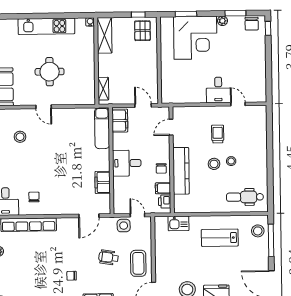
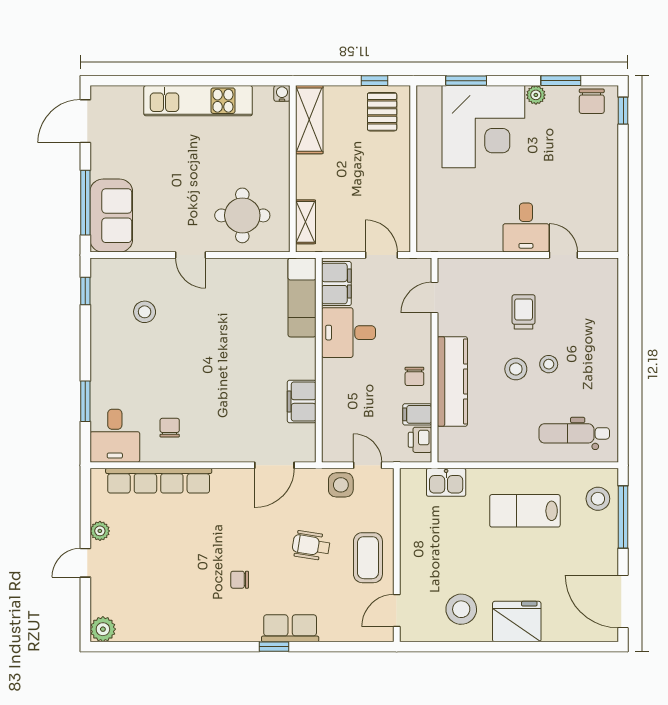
round table: (50, 72) -> (242, 215), moved
desk: (127, 163) -> (349, 333), moved

